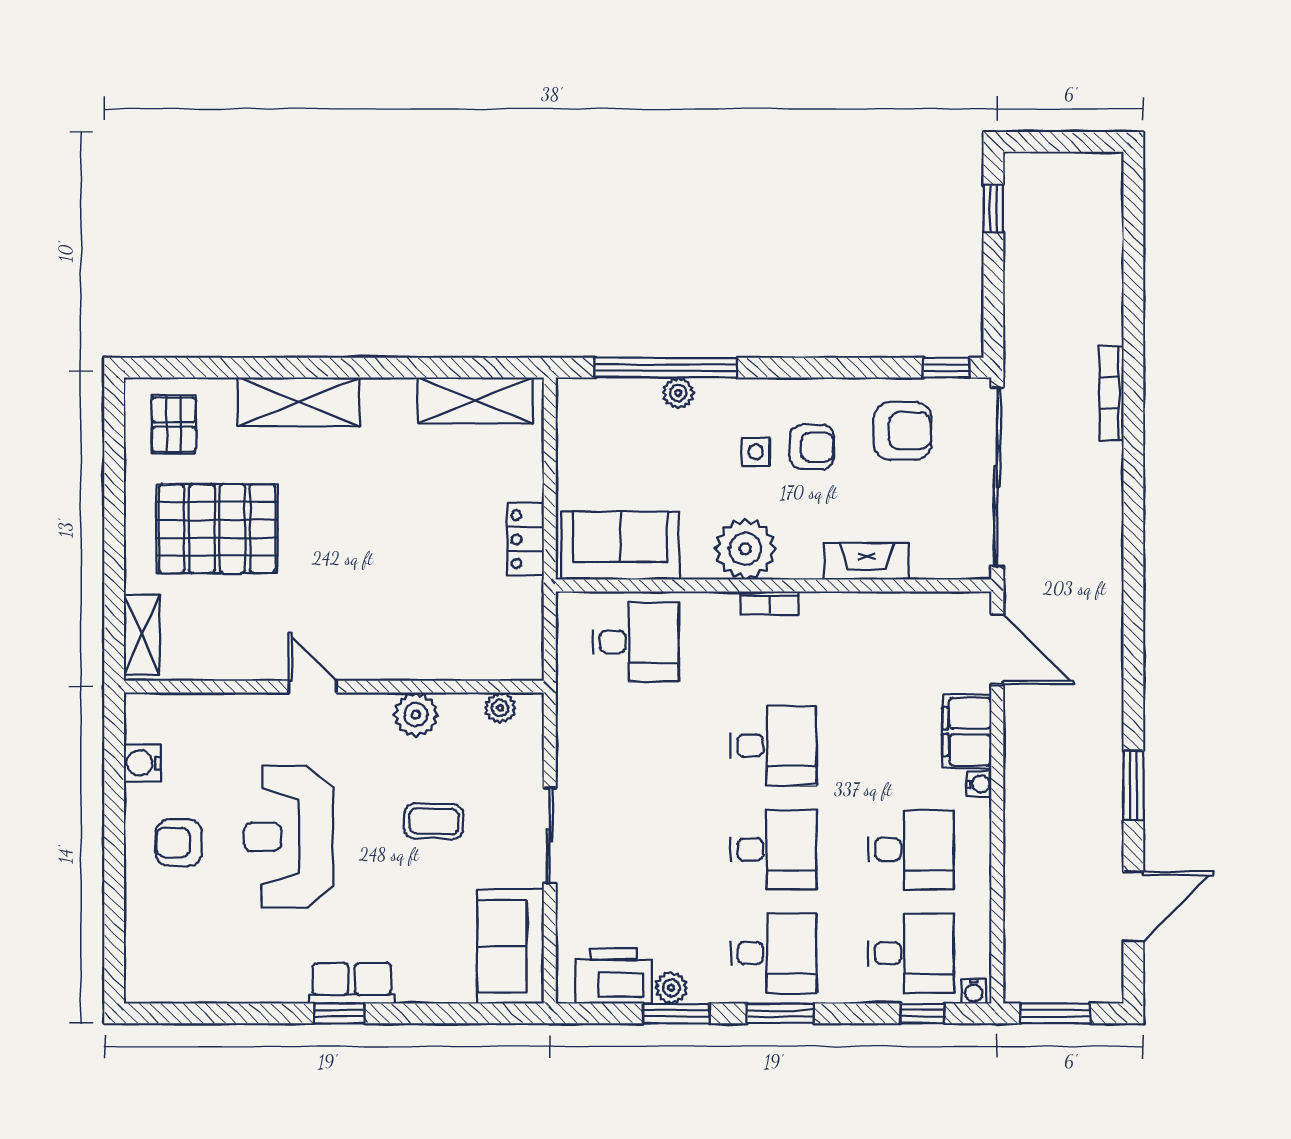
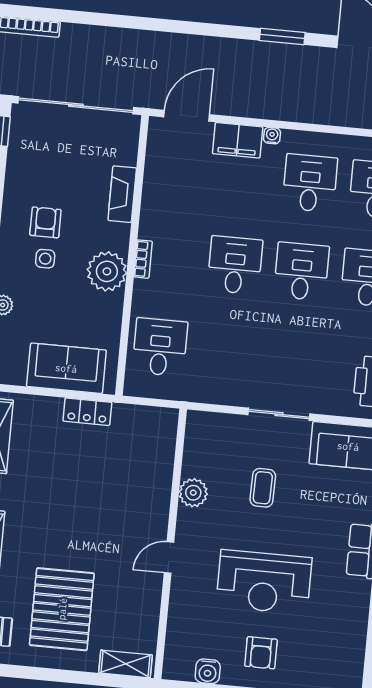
armchair: (903, 431) -> (41, 163), removed
sofa: (620, 546) -> (66, 368), moved, turned 90
plant: (500, 708) -> (194, 438), removed

